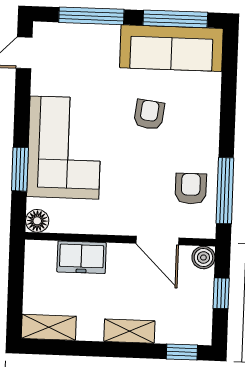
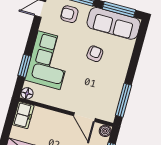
armchair: (191, 189) -> (69, 14), moved, turned -90
freezer: (82, 257) -> (23, 115), moved, turned -90

